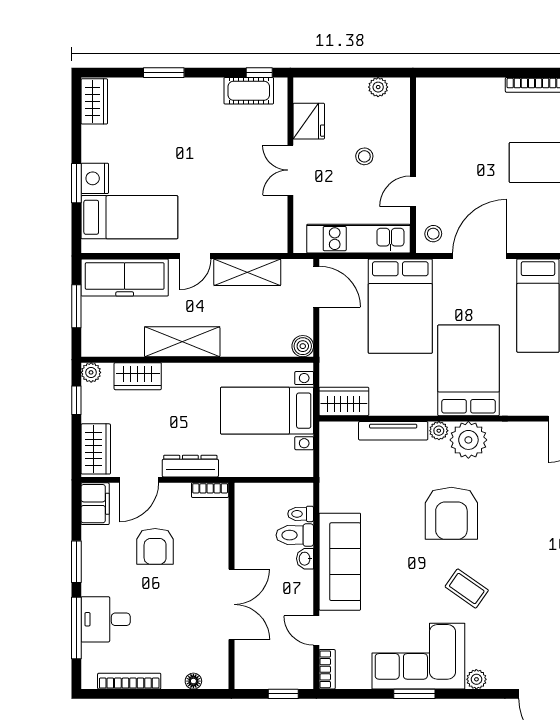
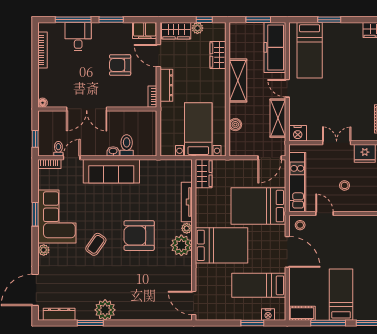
nightstand: (95, 178) -> (298, 133), moved, turned 180
boiler: (303, 346) -> (235, 125), moved
plant: (91, 372) -> (197, 28), moved
toilet: (301, 514) -> (58, 149), moved
floor lamp: (193, 681) -> (43, 103), moved

